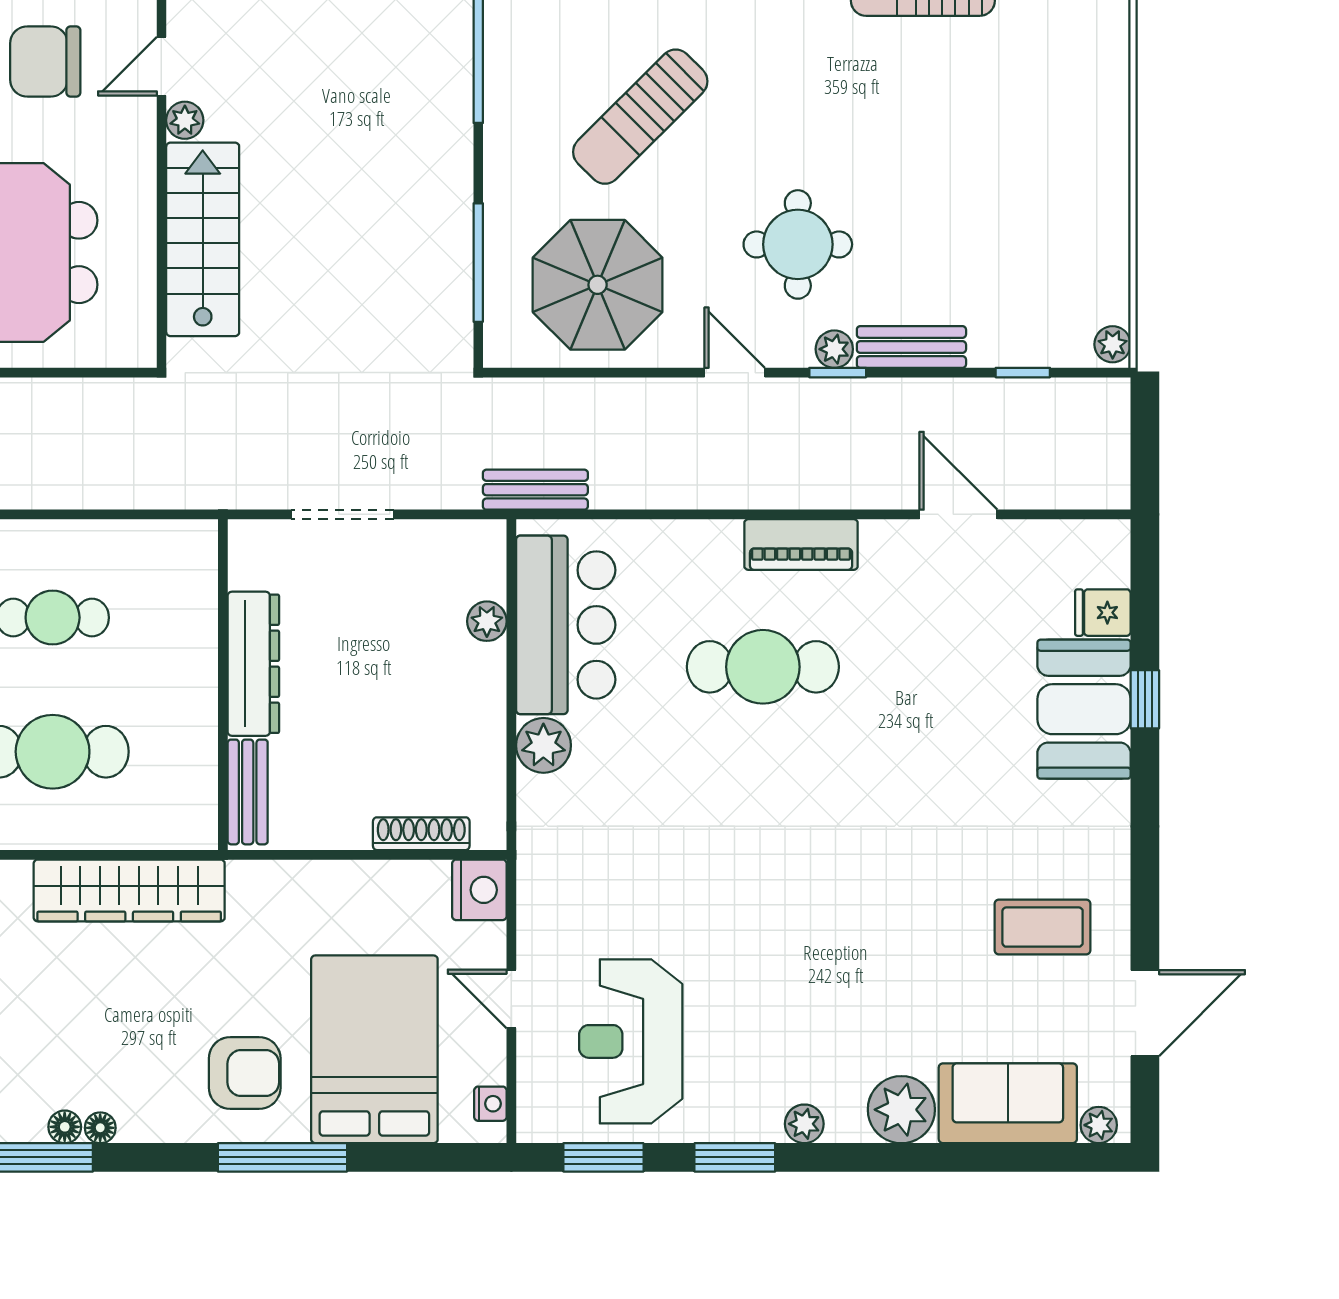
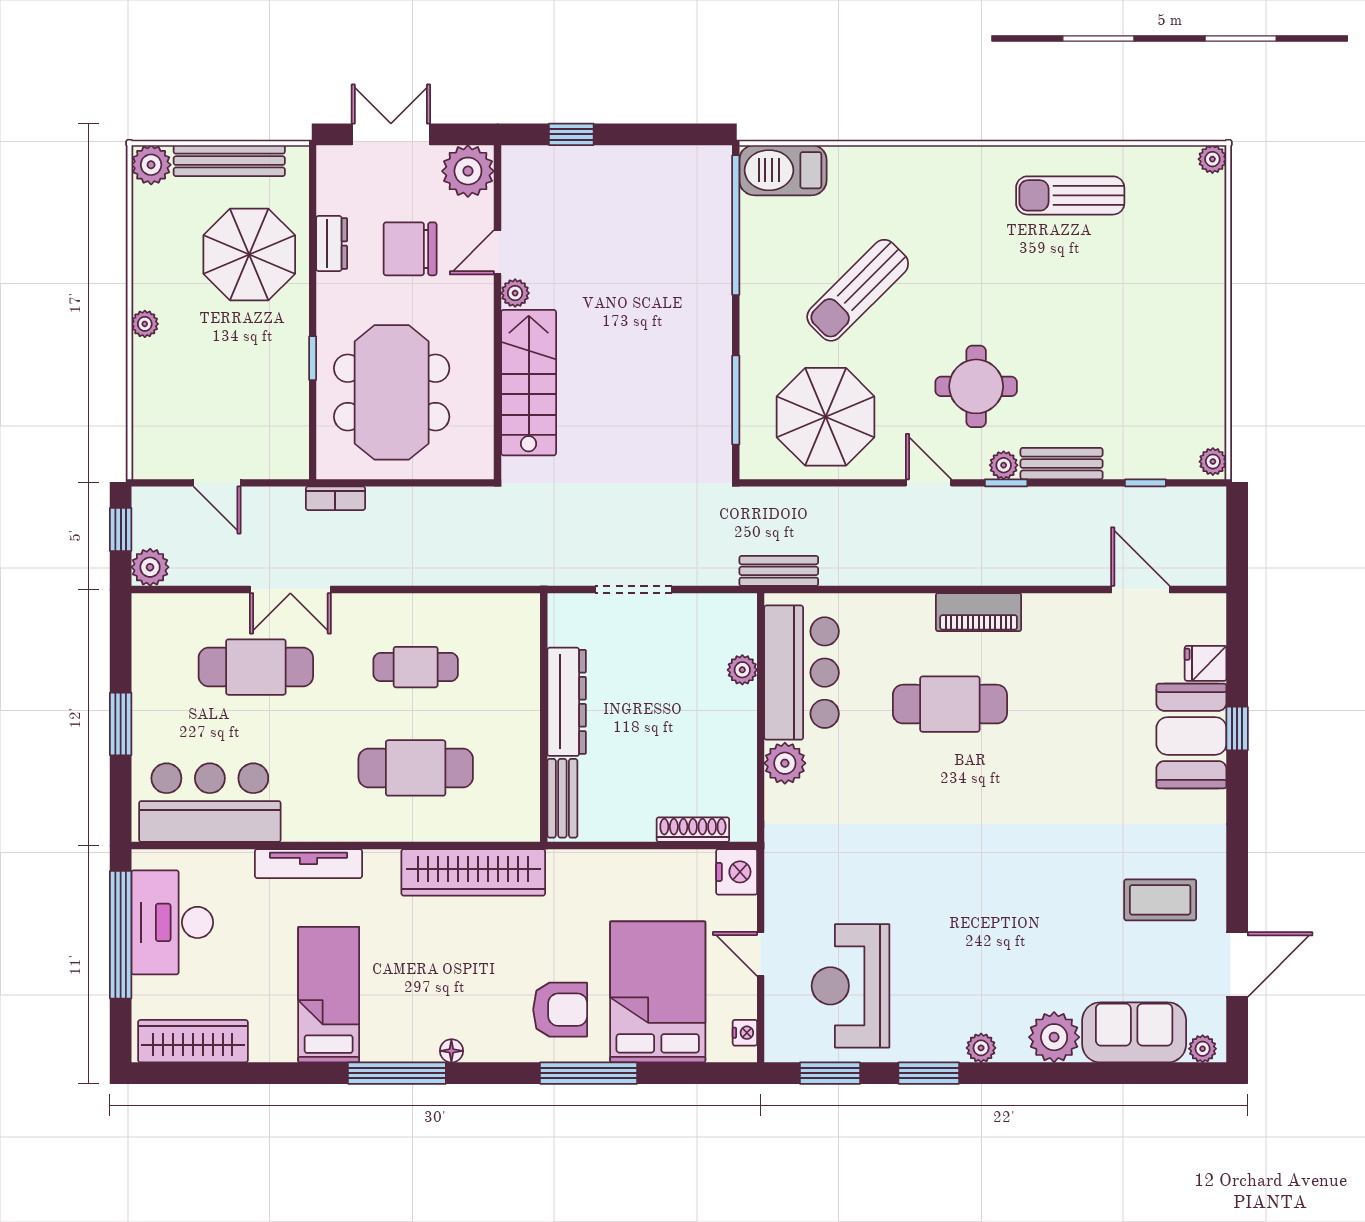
door: (958, 514) -> (1140, 589), moved
floor lamp: (65, 1127) -> (425, 1050), removed

